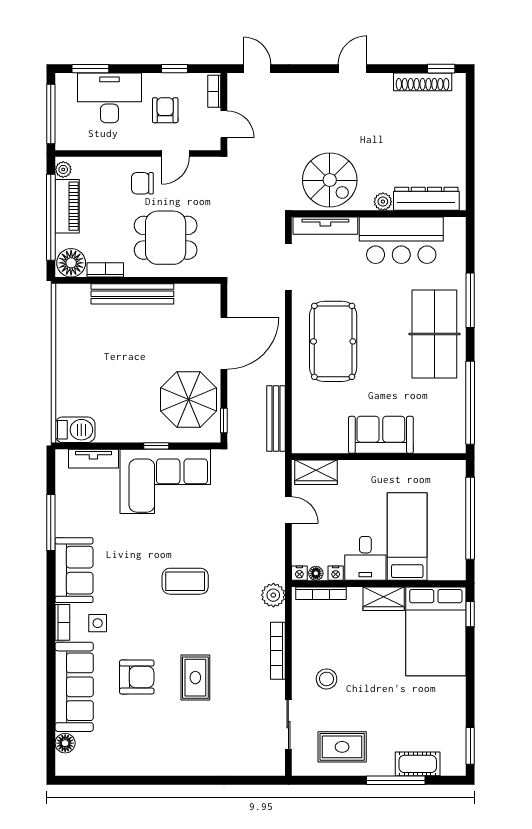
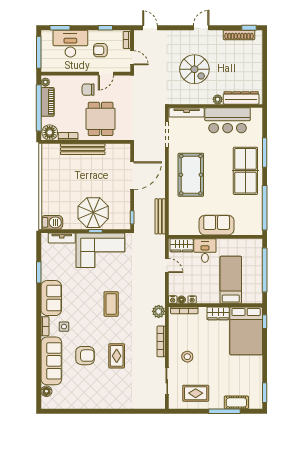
armchair: (165, 110) -> (100, 50), turned -90
spiral stairs: (330, 180) -> (194, 69), moved
dining table: (166, 238) -> (101, 119), turned 90
parasol: (188, 400) -> (93, 213), moved
window: (51, 523) -> (39, 272), width x0.69
desk: (365, 558) -> (205, 250), moved, turned 180
coffee table: (185, 581) -> (111, 304), turned 90

